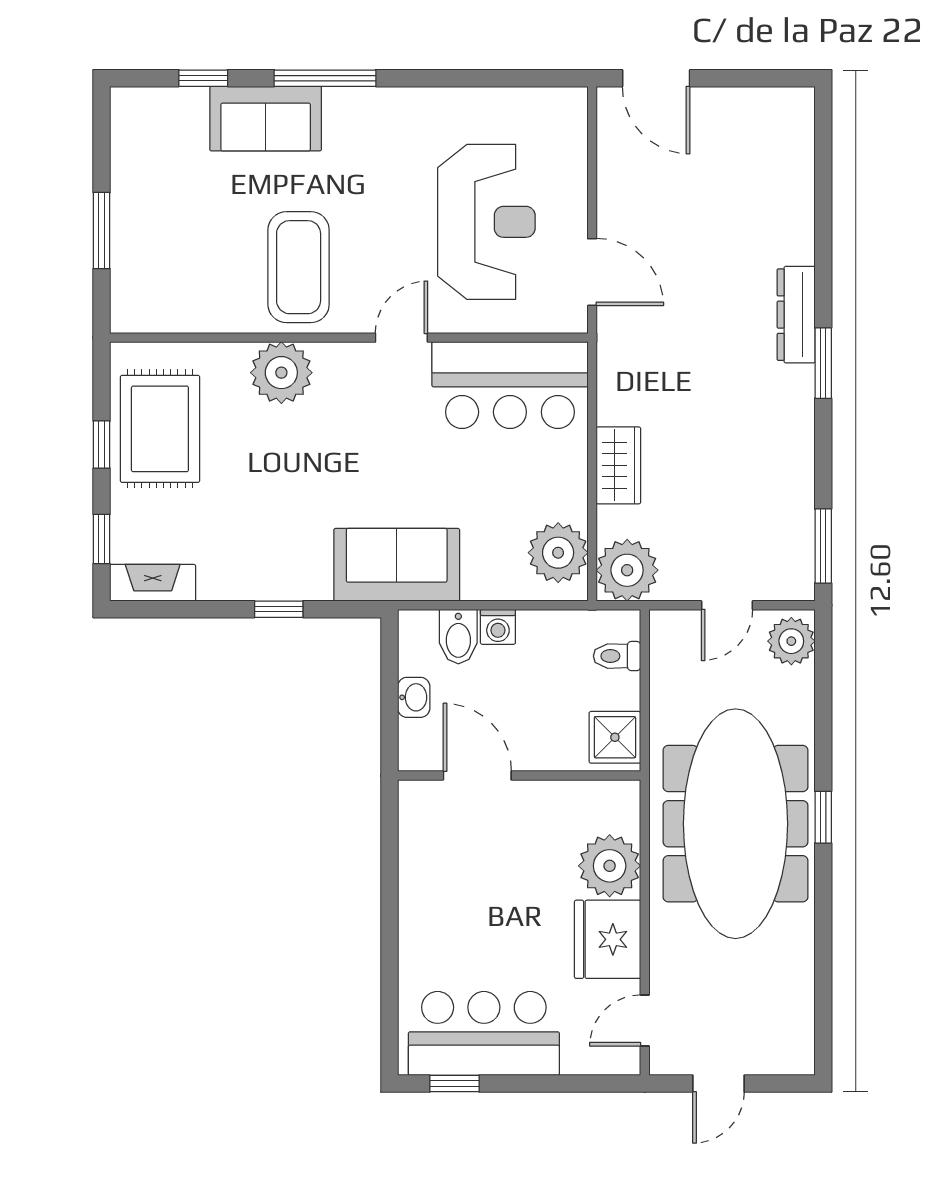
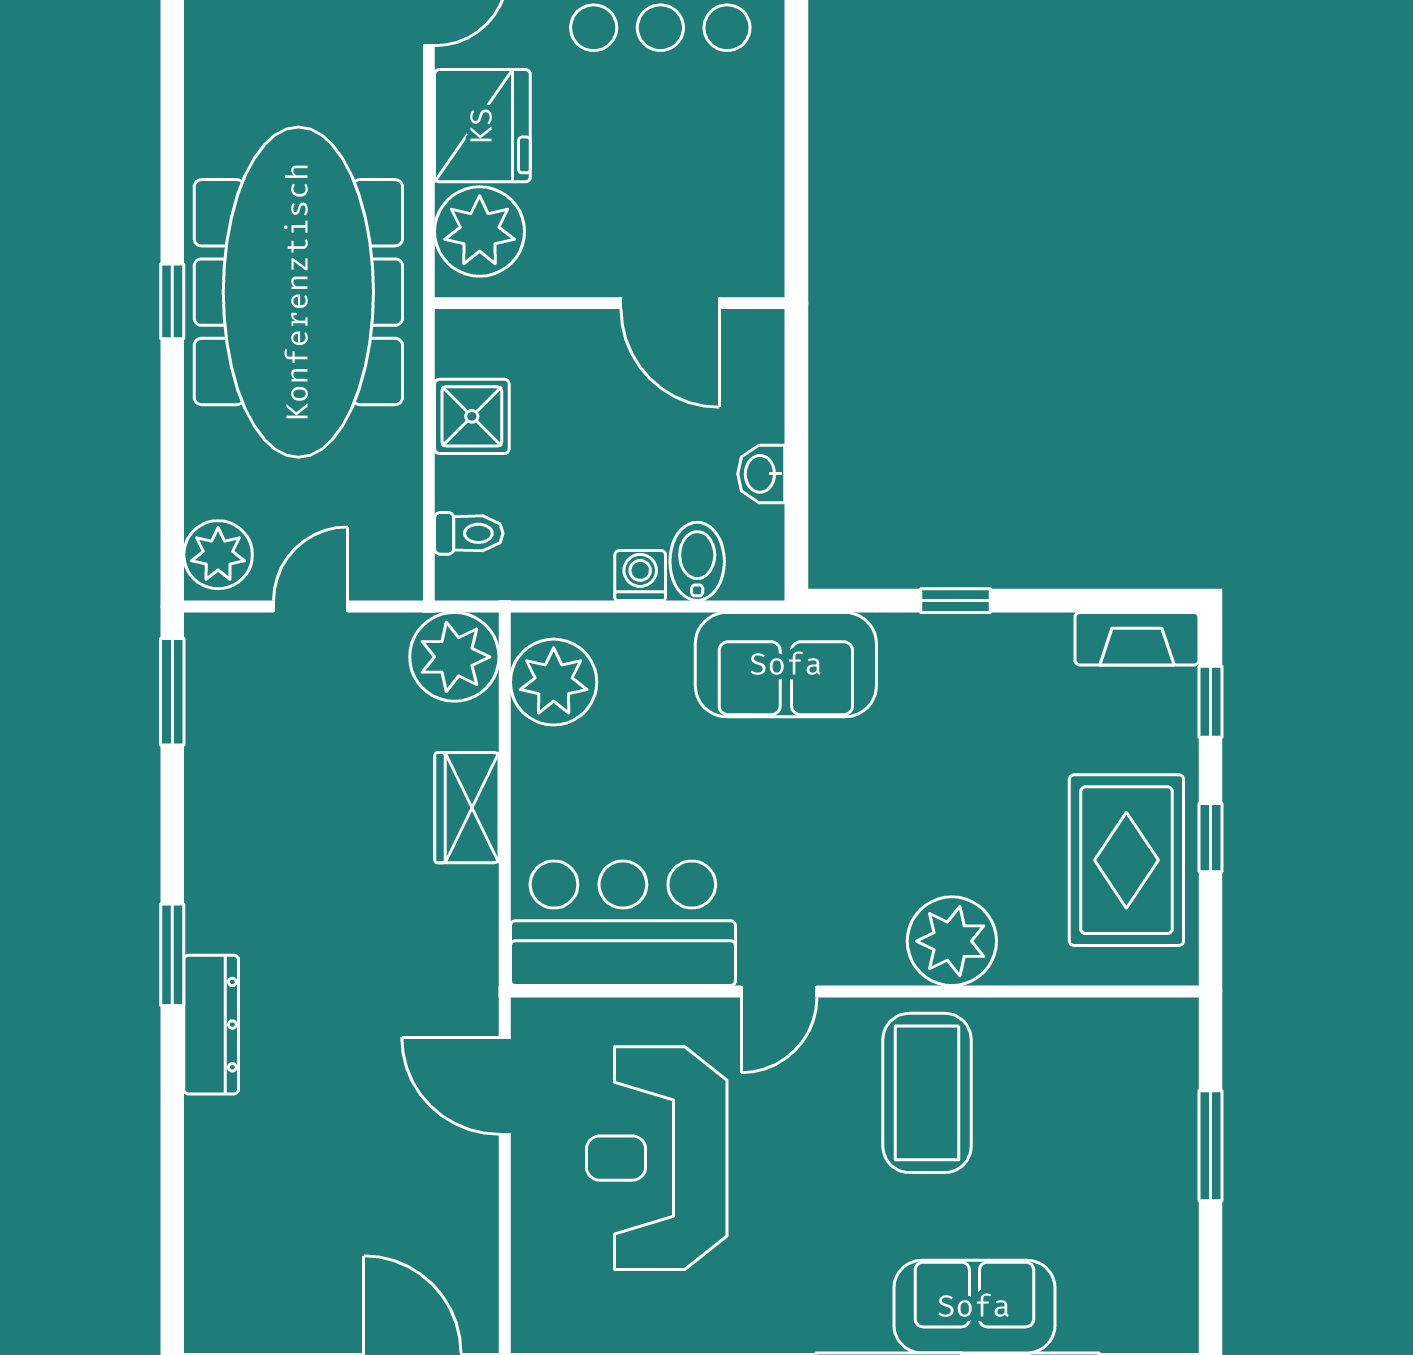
door: (477, 775) -> (670, 303), moved
wall: (519, 775) -> (610, 303), moved

